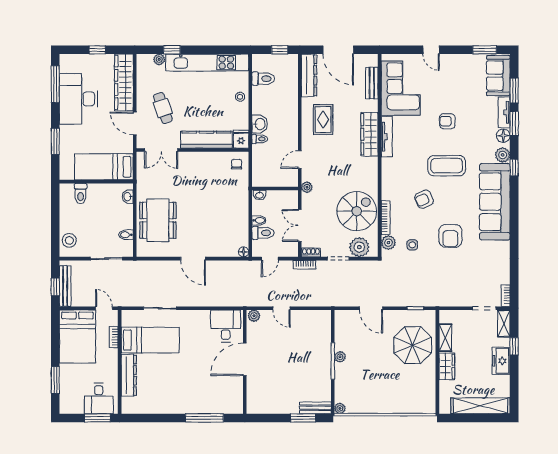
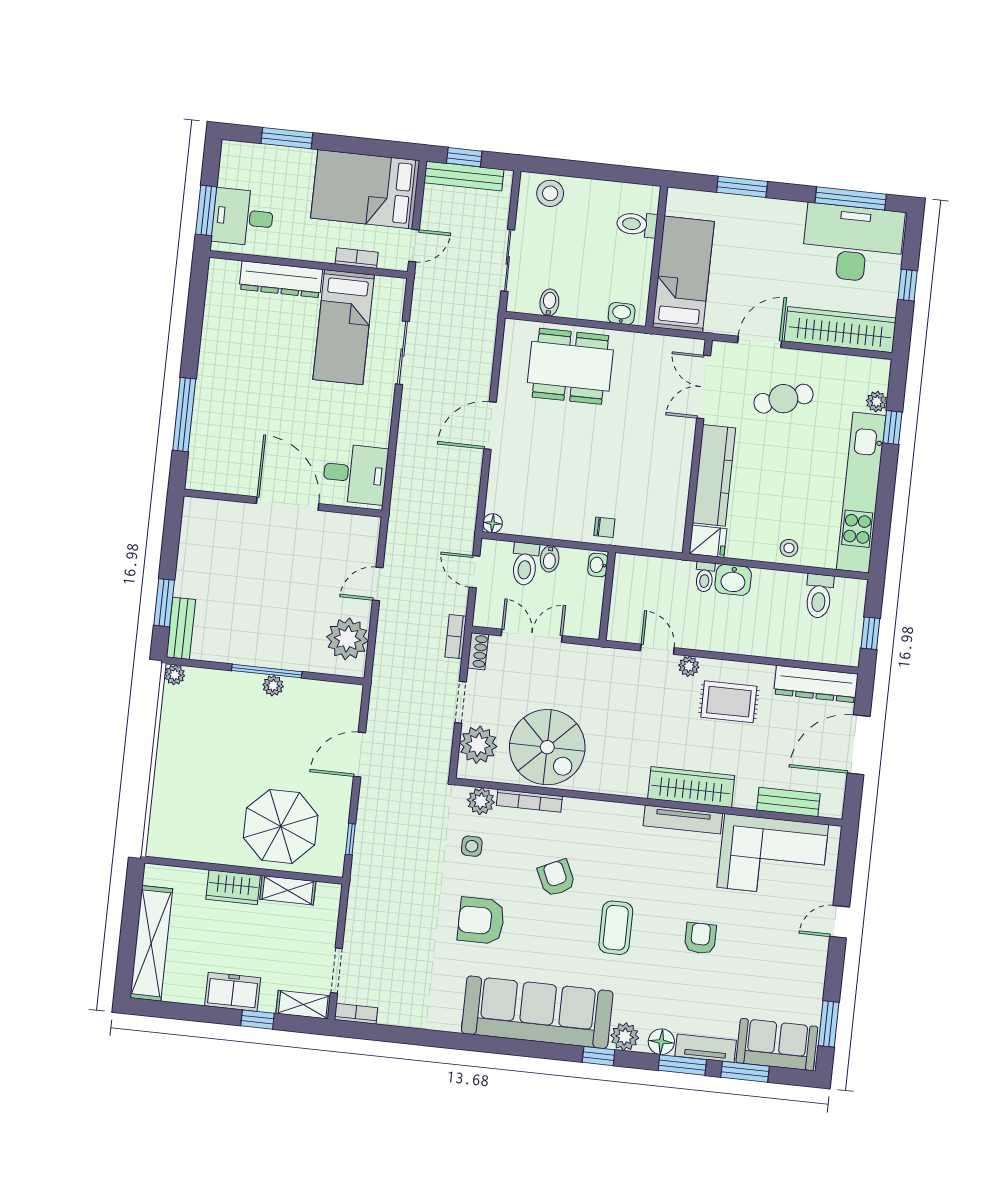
desk: (78, 99) -> (853, 243), moved
chair: (237, 164) -> (604, 527), moved
coffee table: (447, 166) -> (616, 928), width x0.73, depth x0.76
plant: (307, 187) -> (689, 666), moved
plant: (254, 316) -> (347, 639), moved, width x1.88, depth x1.88

